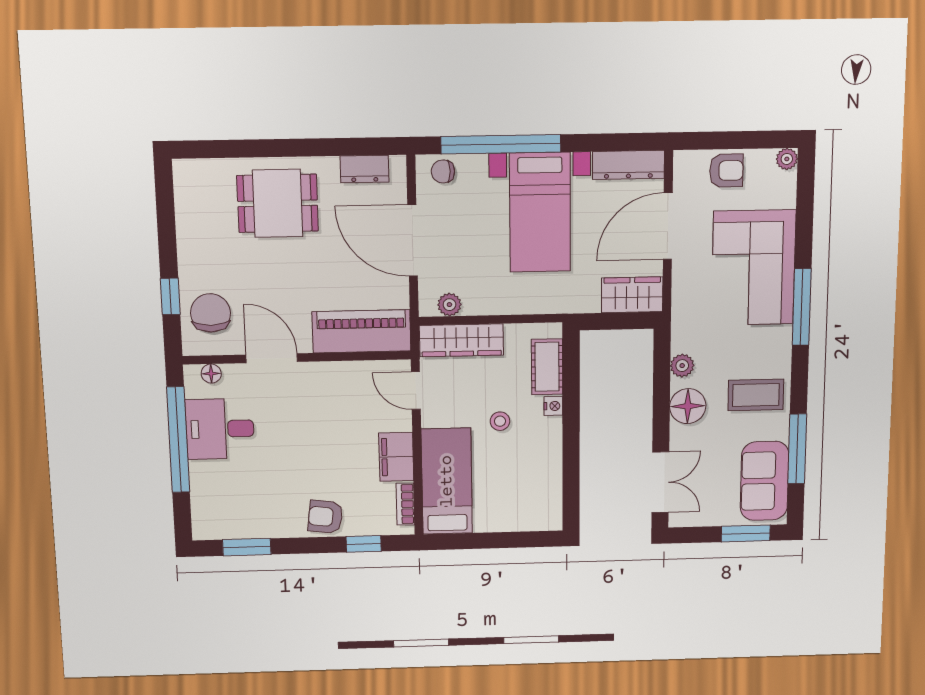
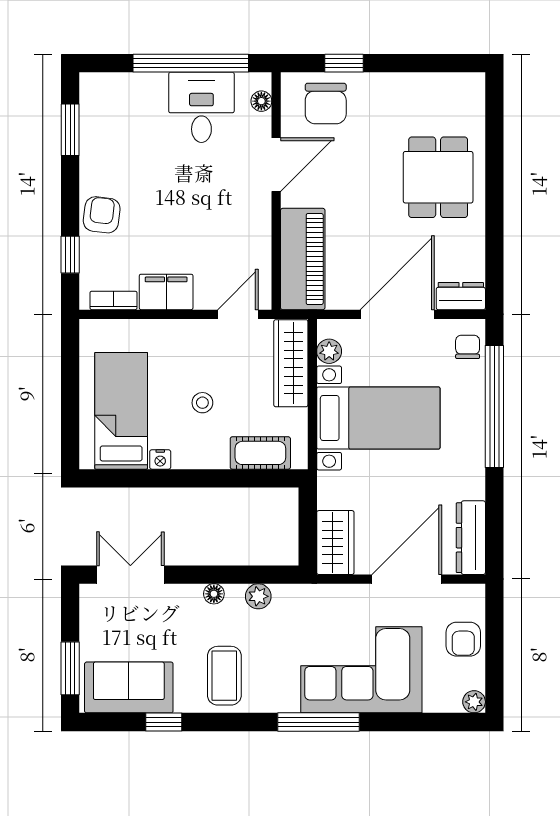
dresser: (364, 169) -> (461, 296), moved, turned 90
bed with nightstands: (540, 212) -> (378, 418), moved, turned 180
door: (668, 226) -> (407, 579), hinge flipped
chair: (210, 313) -> (326, 104), turned 90
nightstand: (553, 406) -> (160, 459), moved
floor lamp: (688, 406) -> (214, 594), width x0.53, depth x0.53
window: (797, 449) -> (164, 722), width x0.46
bed: (447, 481) -> (121, 411), moved, turned -90
double door: (660, 482) -> (130, 575), swing flipped

